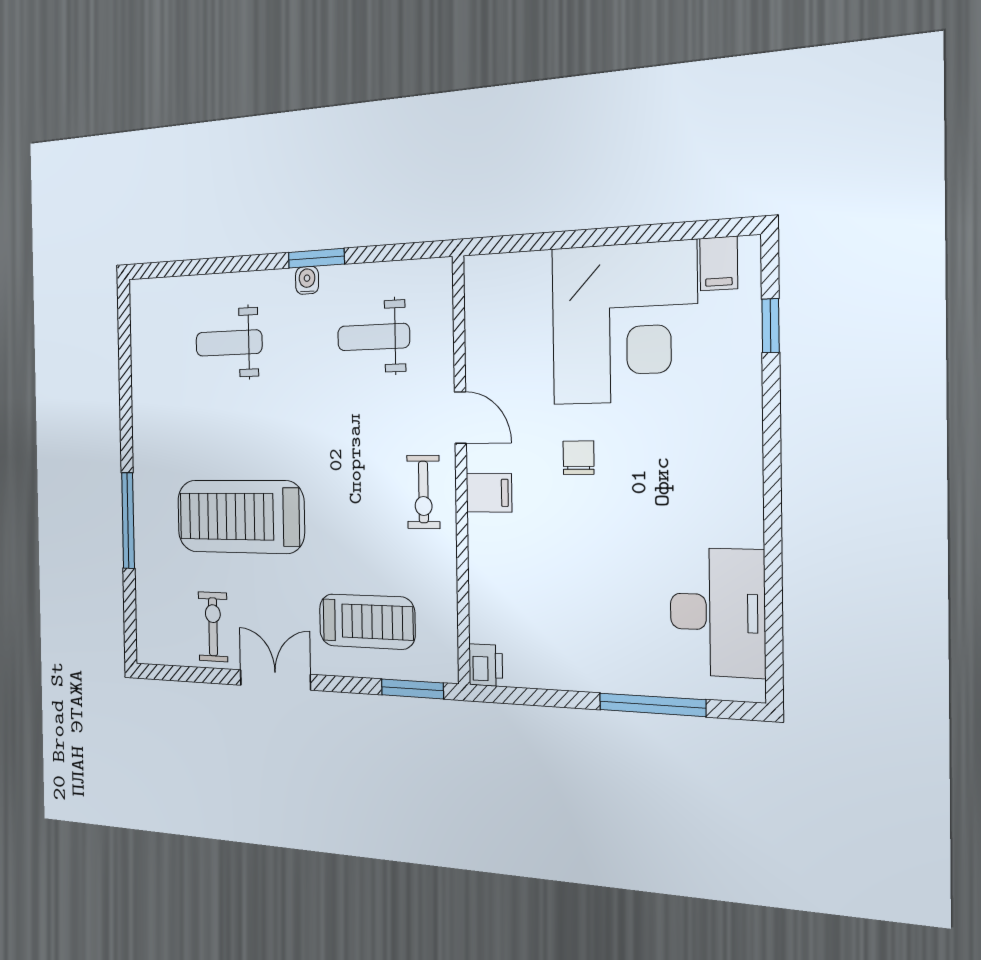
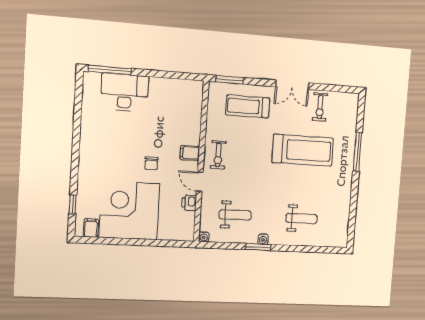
water cooler: (441, 271) -> (204, 237), added
exercise bike: (423, 492) -> (218, 155), turned 180
desk: (717, 612) -> (125, 92), moved, turned 90
printer: (486, 665) -> (189, 203), moved
window: (652, 705) -> (110, 70), moved

